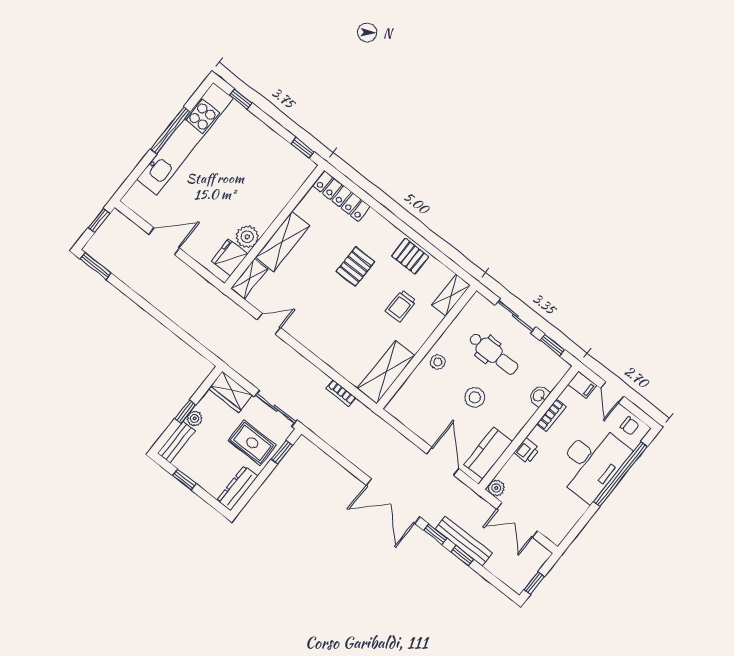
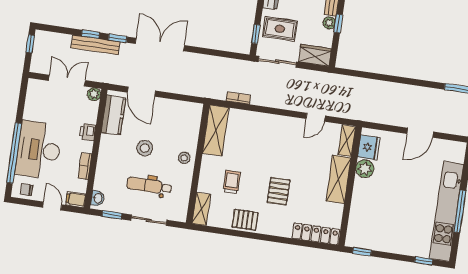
washbasin: (539, 396) -> (98, 198), moved

